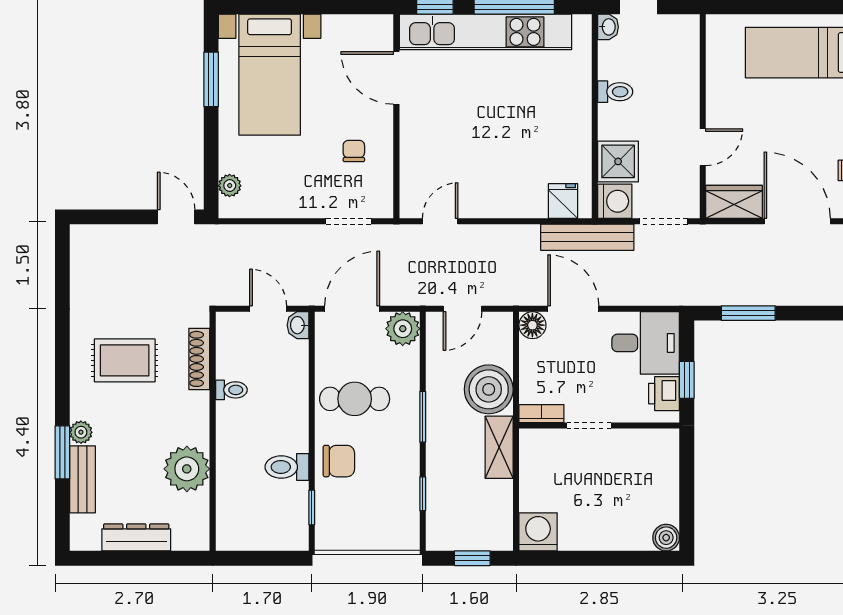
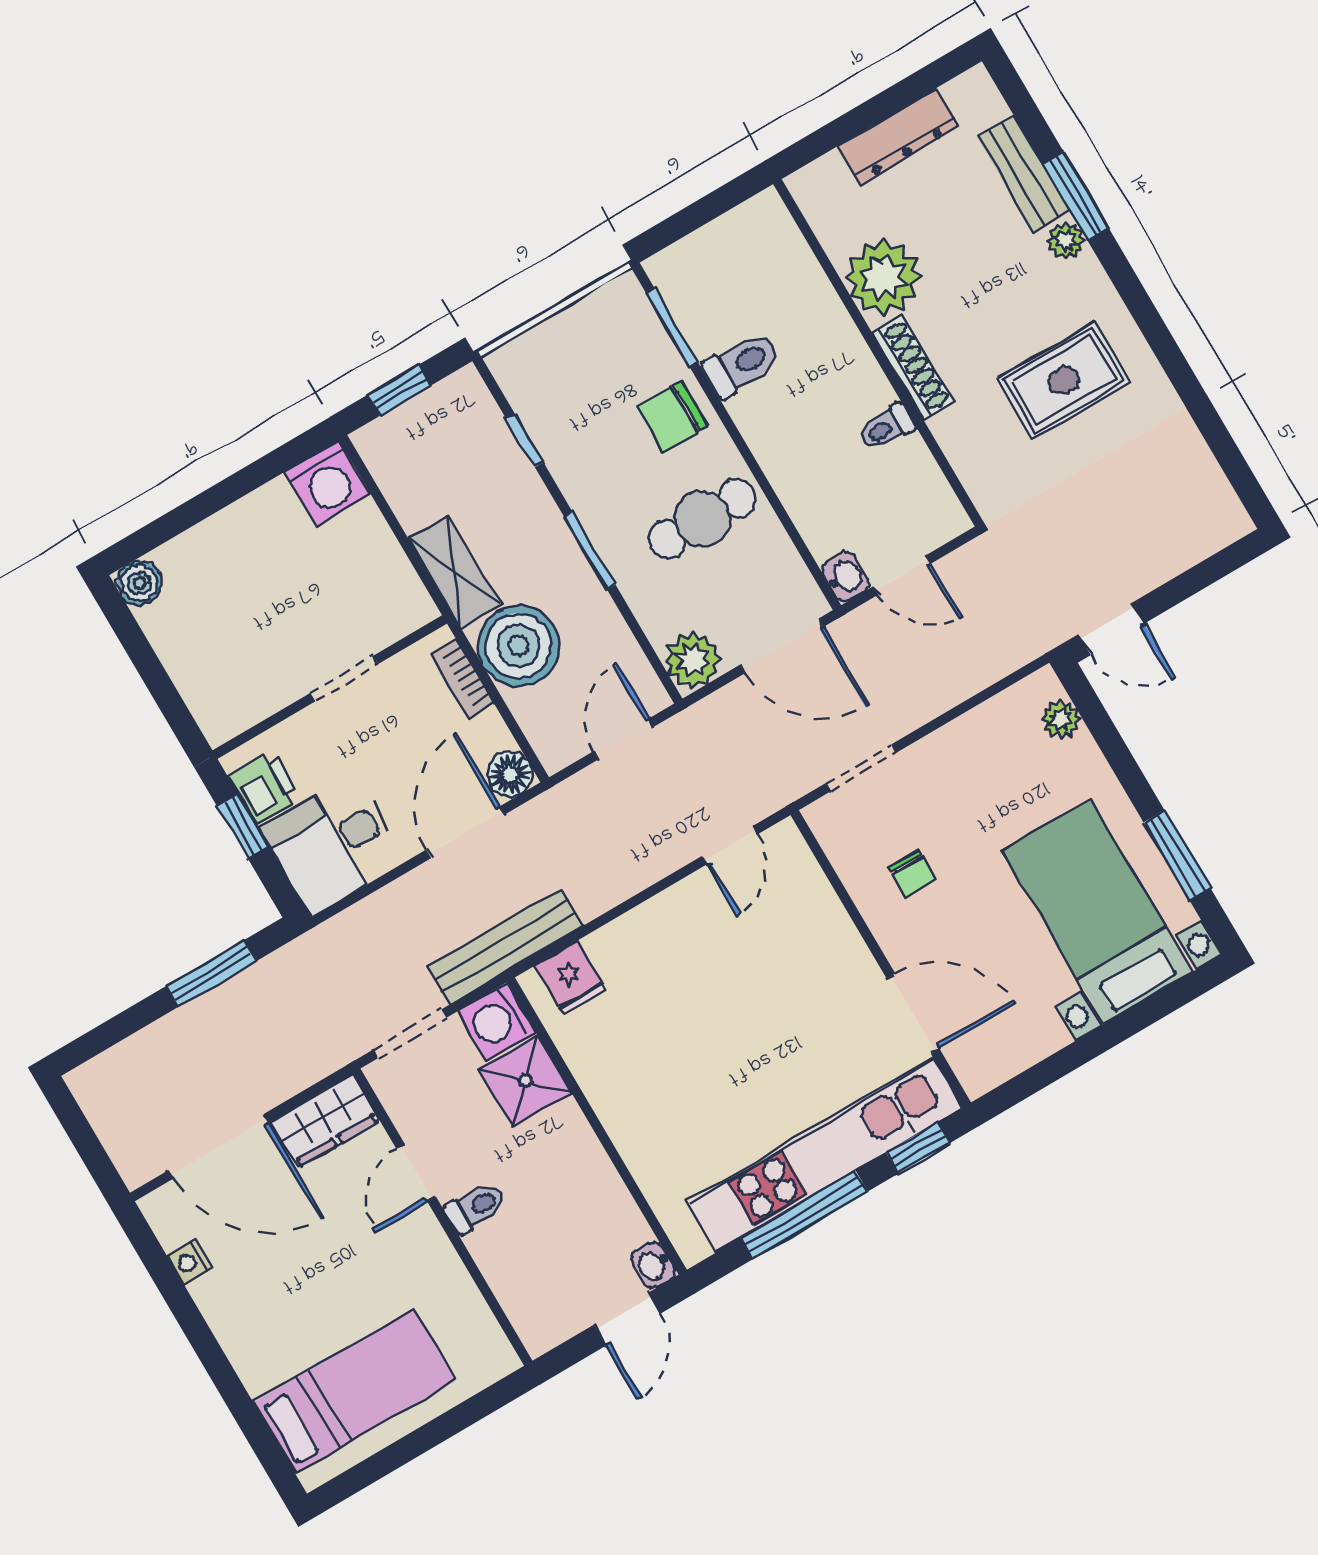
toilet: (615, 92) -> (476, 1207), moved, turned 180
door: (352, 309) -> (782, 646), hinge flipped
door: (573, 309) -> (465, 832), swing flipped
shoe rack: (199, 359) -> (913, 368), moved
bookcase: (541, 414) -> (462, 679), moved, turned 90
window: (312, 508) -> (672, 327), width x1.50

